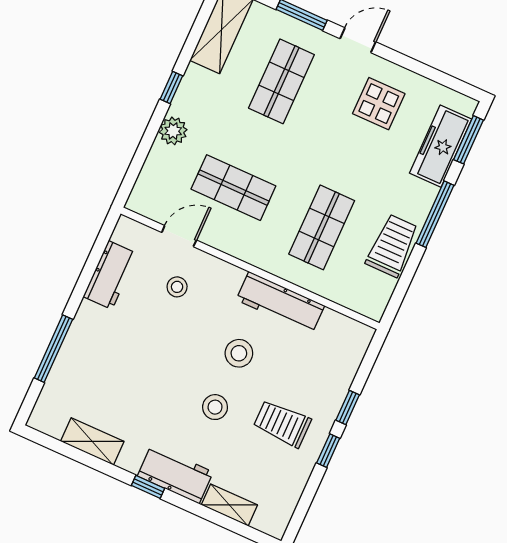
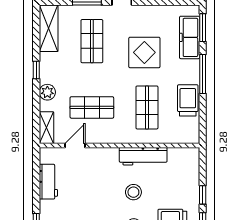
display table: (379, 104) -> (144, 52), moved, width x1.36, depth x1.36
shelving: (146, 187) -> (46, 128), added
stool: (177, 287) -> (86, 172), removed

